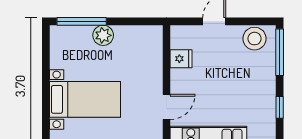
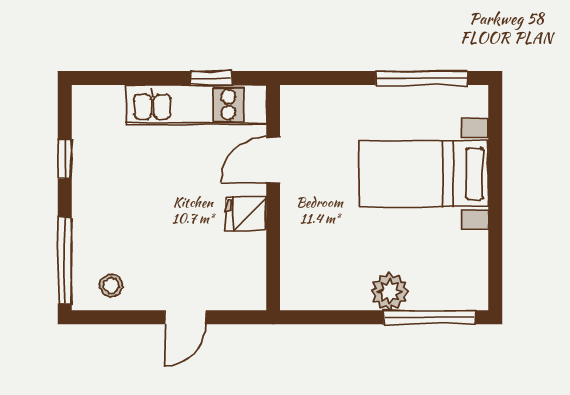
stool: (254, 39) -> (111, 286), width x0.53, depth x0.53
fridge: (181, 59) -> (246, 214), moved

